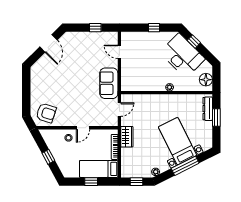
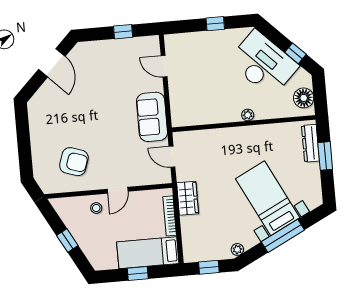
window: (194, 42) -> (295, 53), moved
door: (119, 110) -> (172, 157), swing flipped
armchair: (46, 113) -> (74, 162), moved

